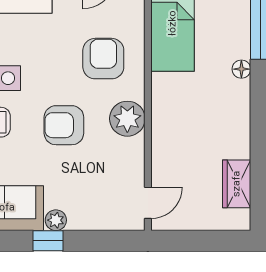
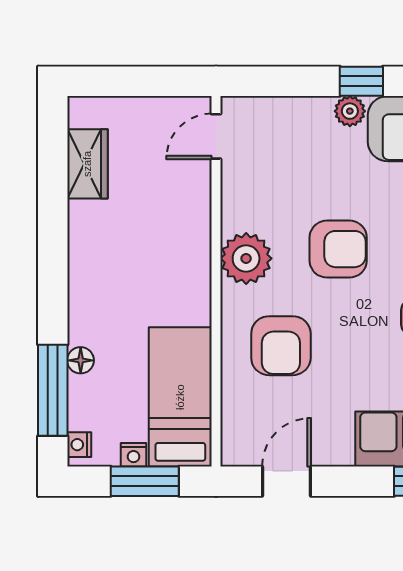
floor lamp: (241, 69) -> (81, 360), moved

